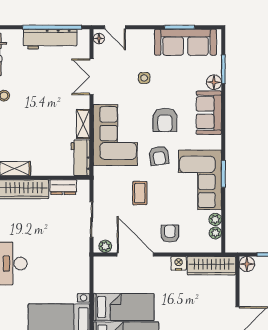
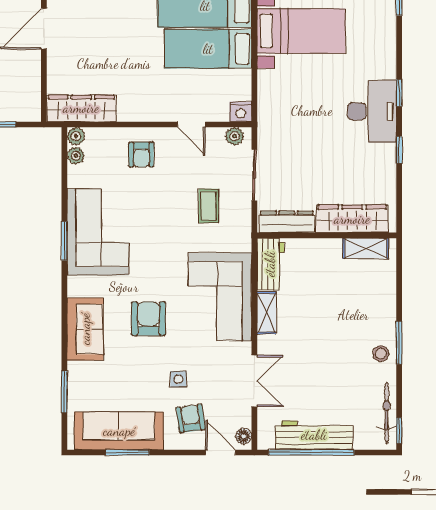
floor lamp: (214, 82) -> (78, 373), removed
armchair: (159, 156) -> (191, 418), moved
dresser: (63, 187) -> (287, 222), width x1.44
coffee table: (140, 193) -> (209, 206), moved
plant: (215, 219) -> (76, 136), moved
door: (135, 254) -> (191, 124), width x0.53
nightstand: (179, 263) -> (241, 112), moved
floor lamp: (247, 264) -> (30, 111), removed

